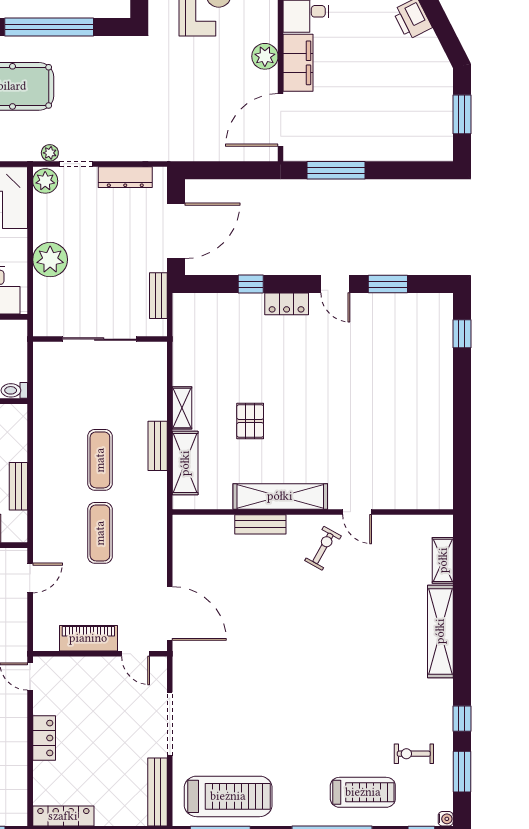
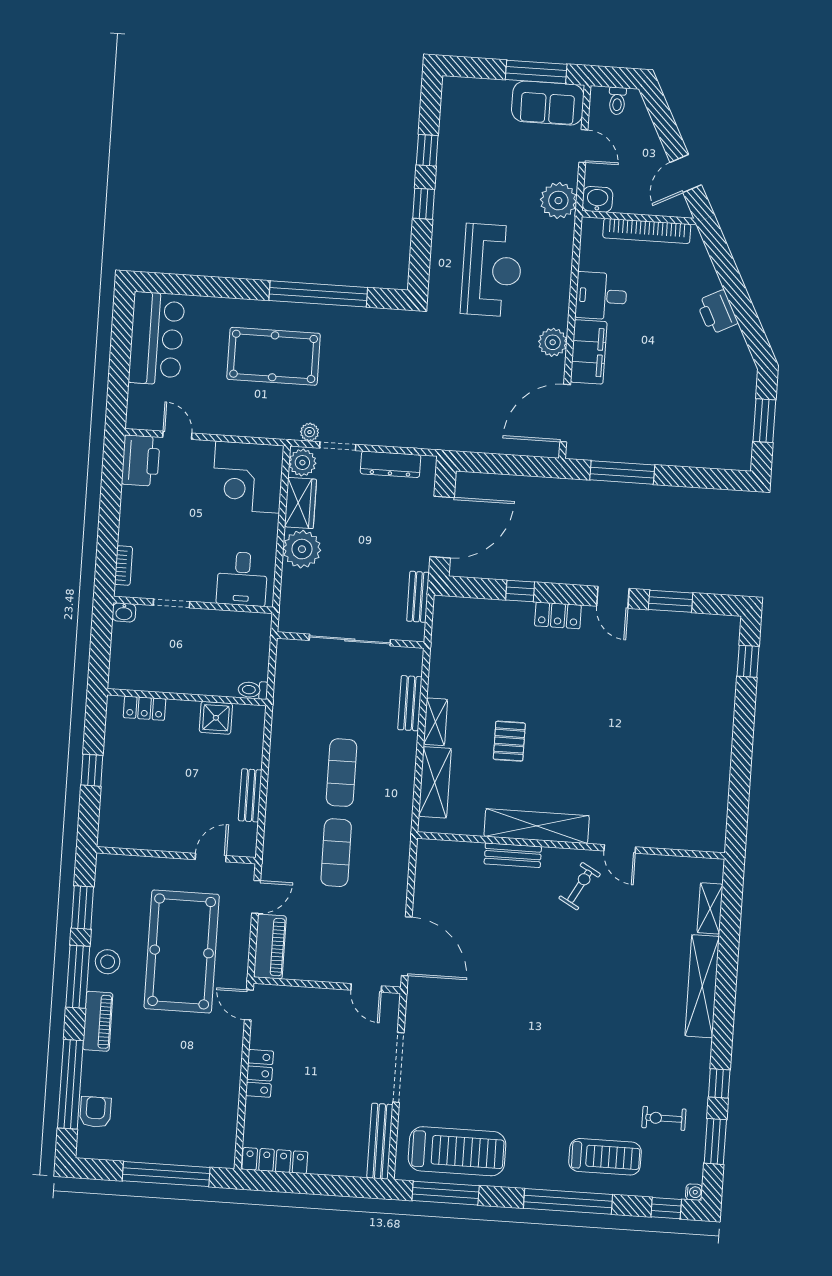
wardrobe: (46, 218) -> (300, 503), added
bench: (158, 446) -> (410, 703), moved
piano: (88, 638) -> (270, 947), moved, turned 90

